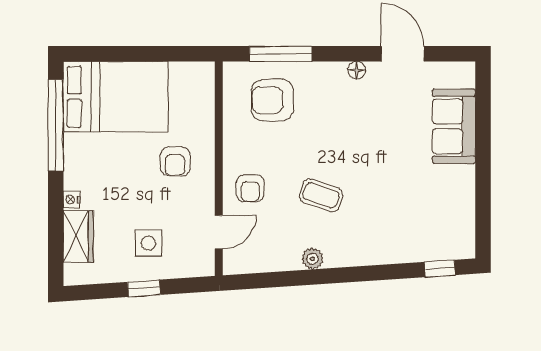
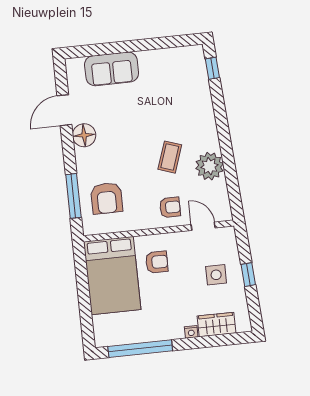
floor lamp: (357, 70) -> (84, 135), width x1.89, depth x1.89
bed: (116, 97) -> (112, 276), moved, turned 180
plant: (312, 259) -> (210, 166), width x1.88, depth x1.88

